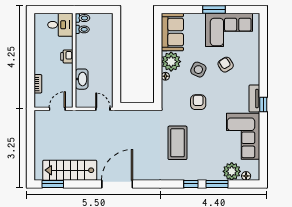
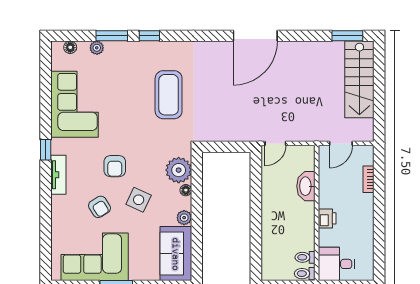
plant: (171, 62) -> (184, 218), width x0.53, depth x0.53
plant: (170, 90) -> (179, 170), added
tv unit: (254, 99) -> (58, 175), moved
armchair: (198, 102) -> (115, 166), moved
door: (103, 109) -> (275, 143), hinge flipped
stairs: (70, 170) -> (359, 79), moved, turned 90
plant: (232, 171) -> (97, 48), width x0.53, depth x0.53

